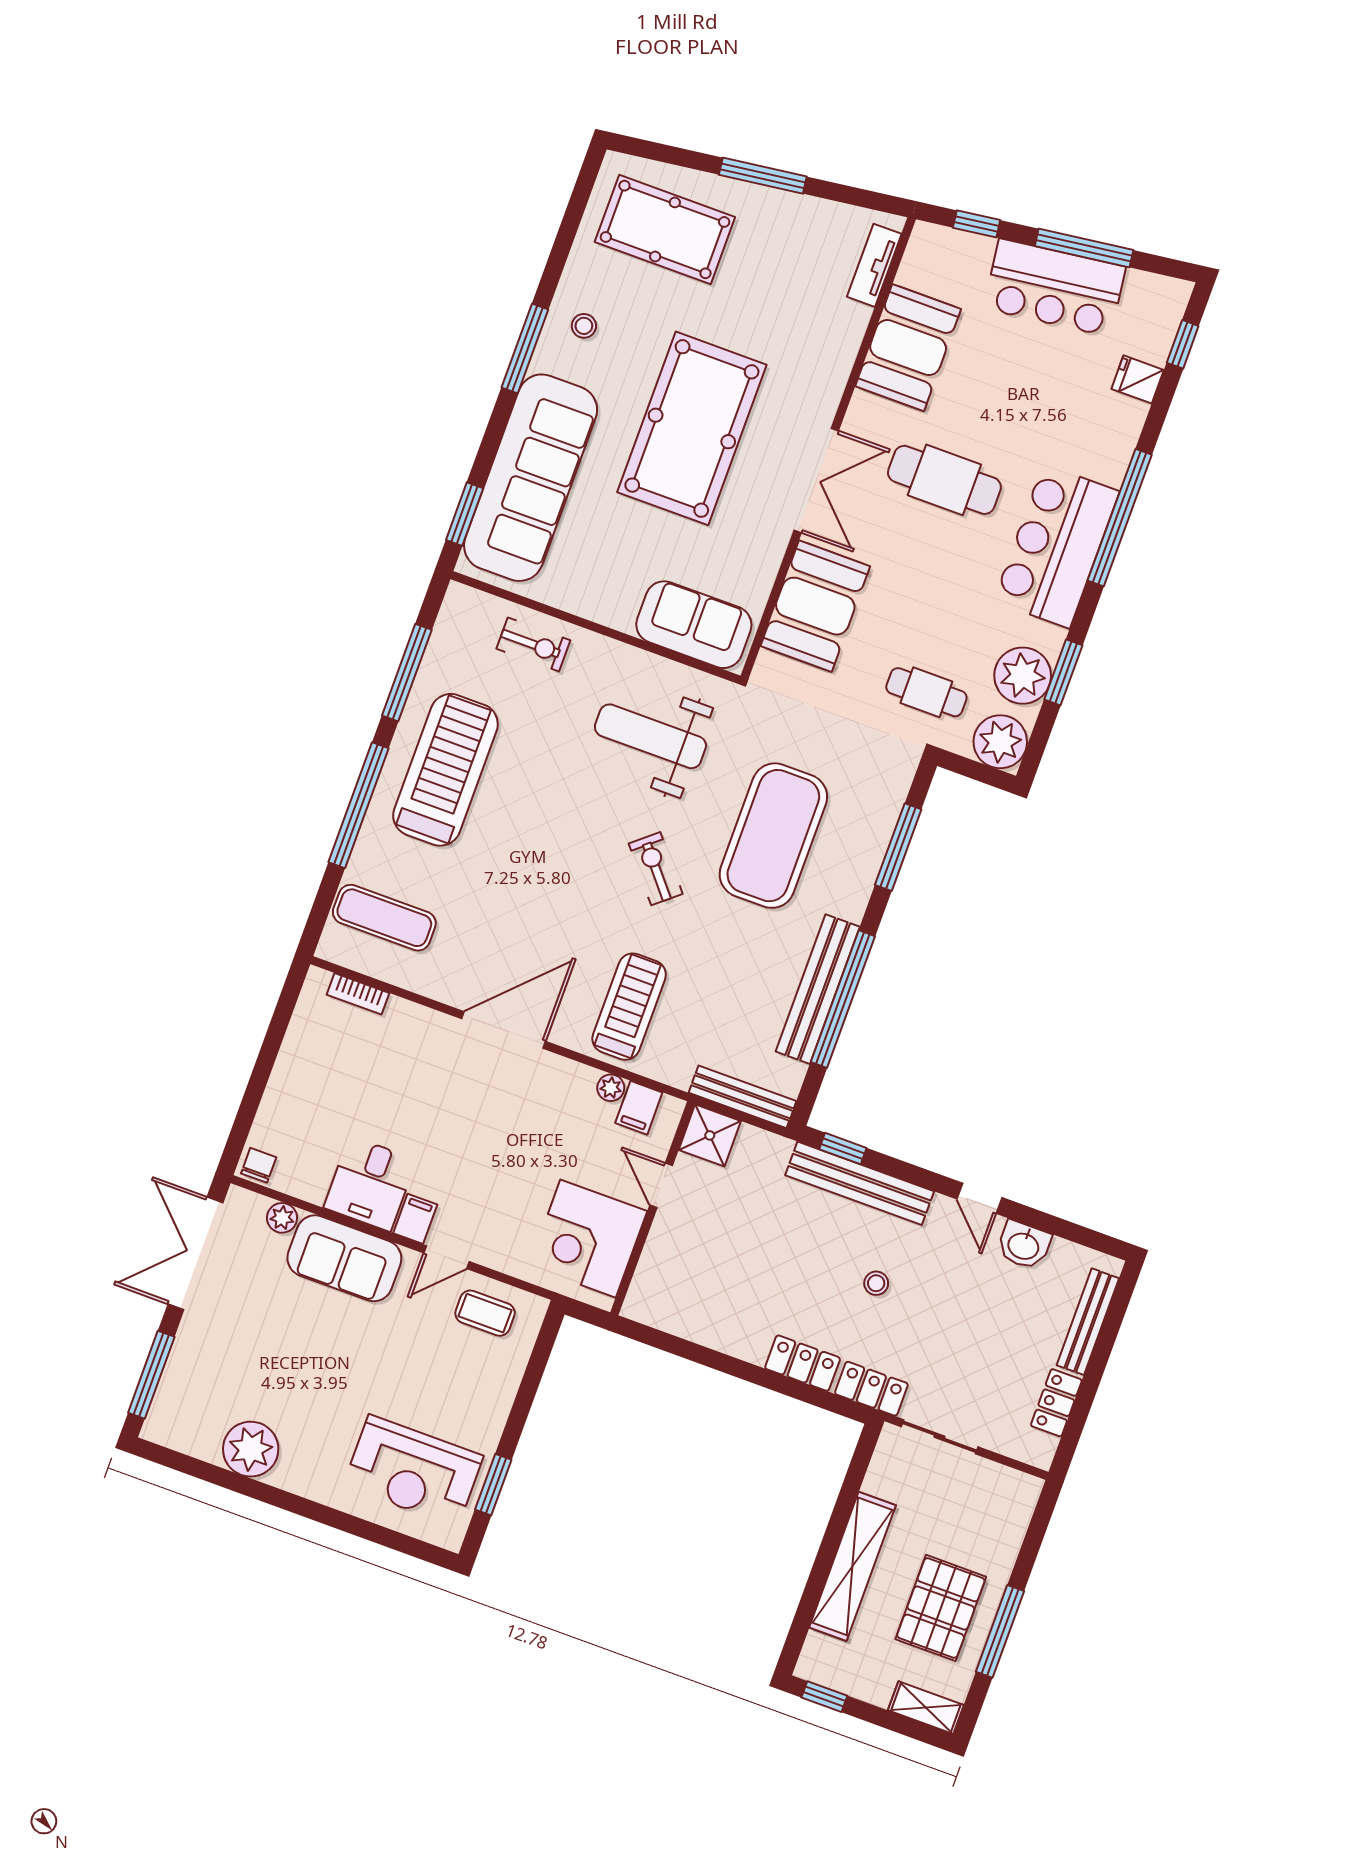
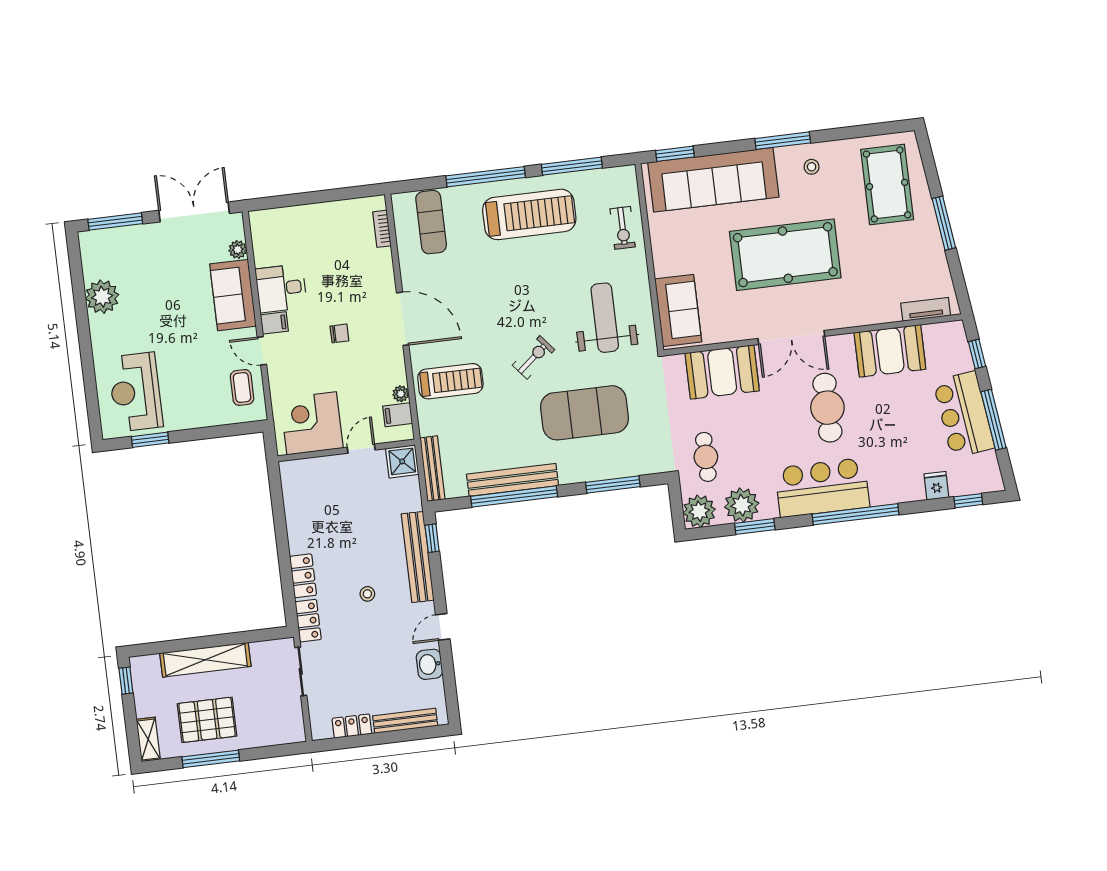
chair: (259, 1165) -> (339, 333), moved

